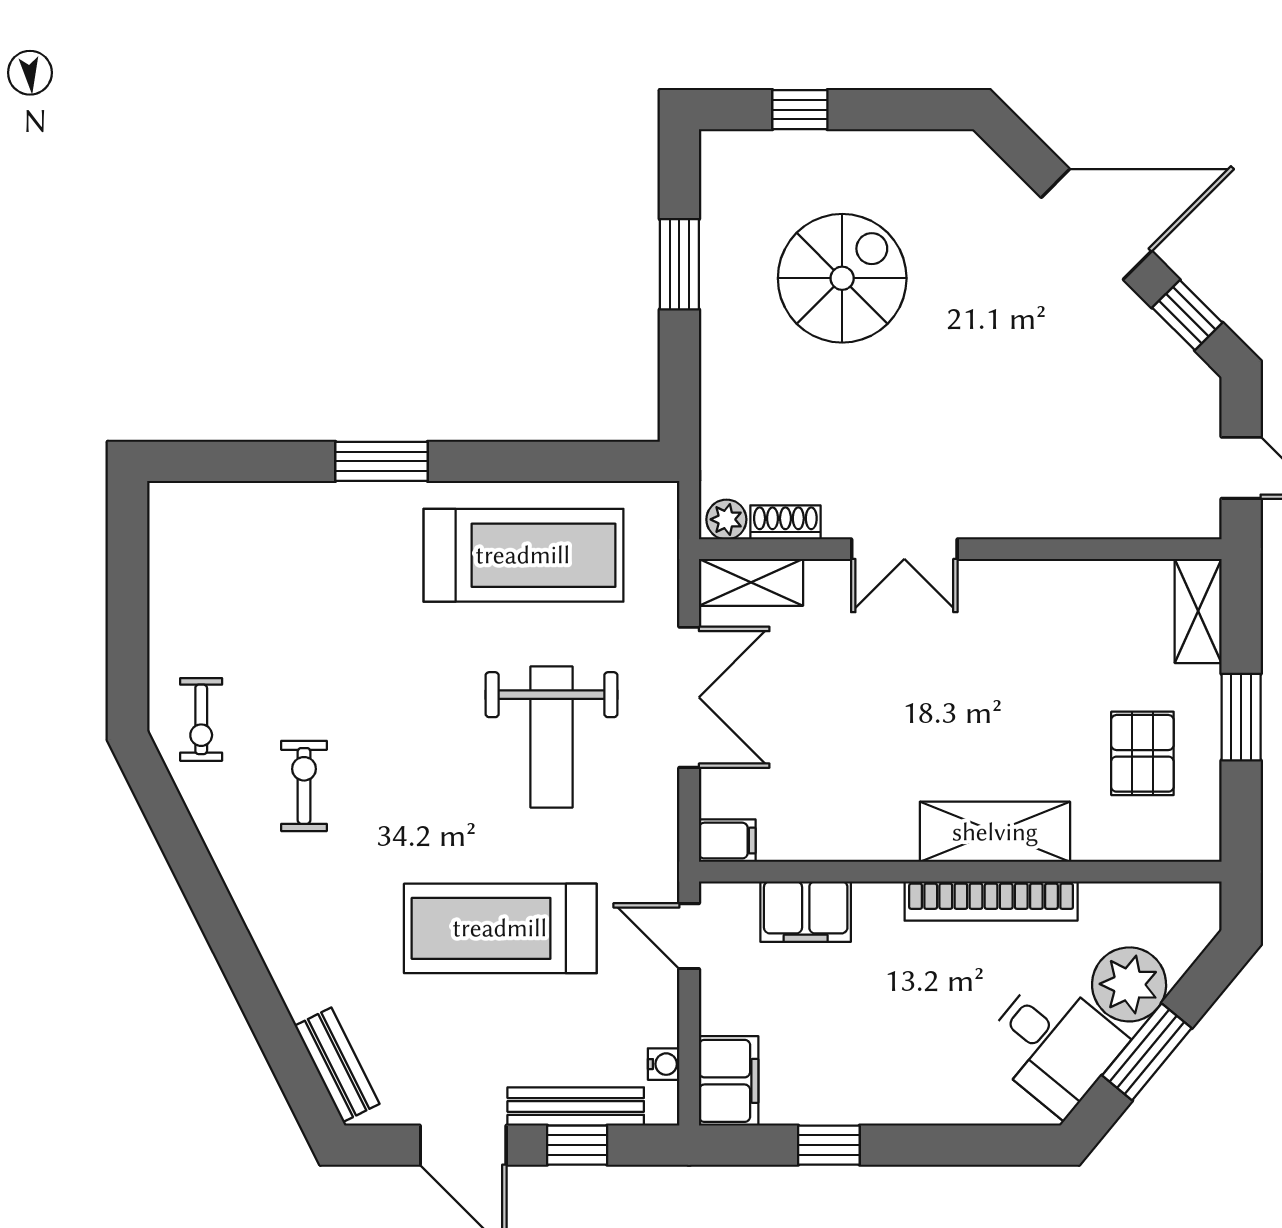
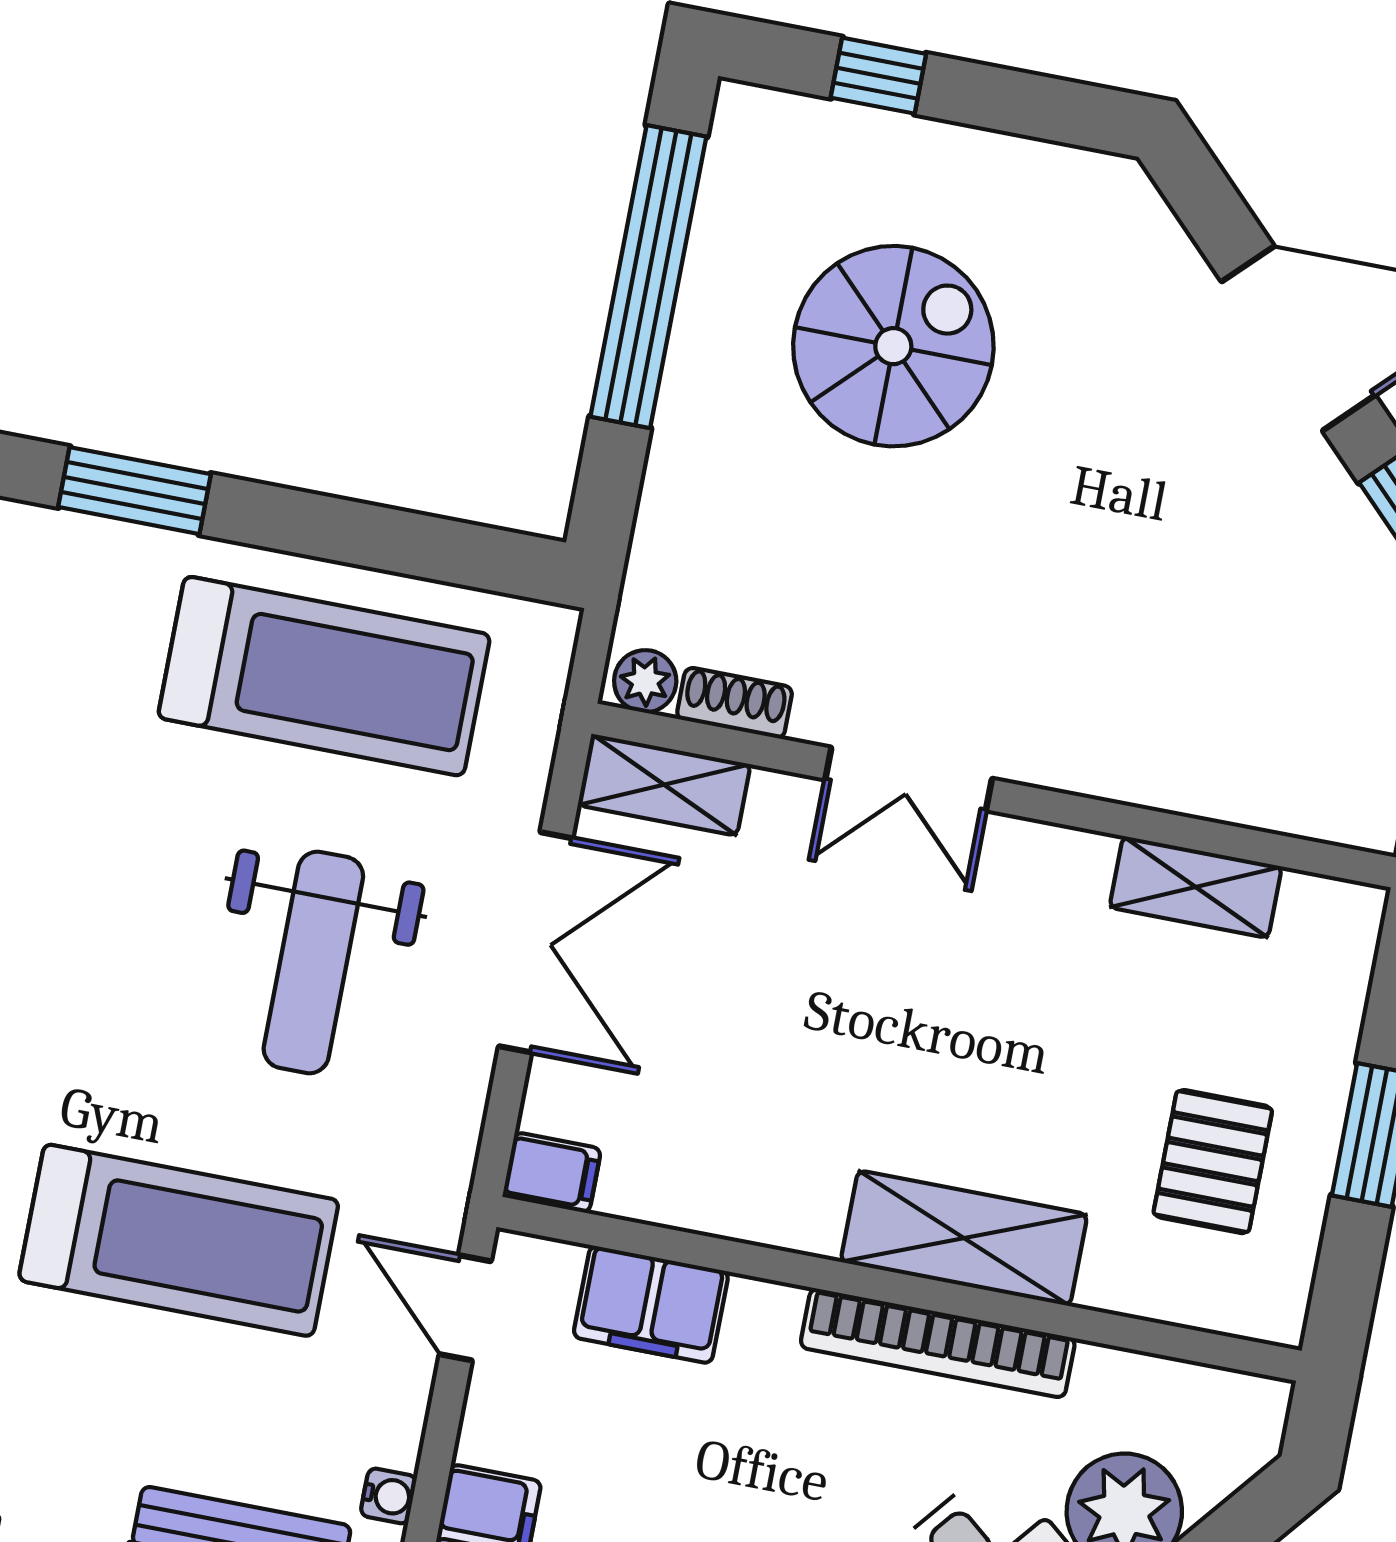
window: (679, 264) -> (648, 277), width x2.11
shelving: (1198, 611) -> (1196, 887), moved, turned 90
treadmill: (500, 928) -> (179, 1240), turned 180

